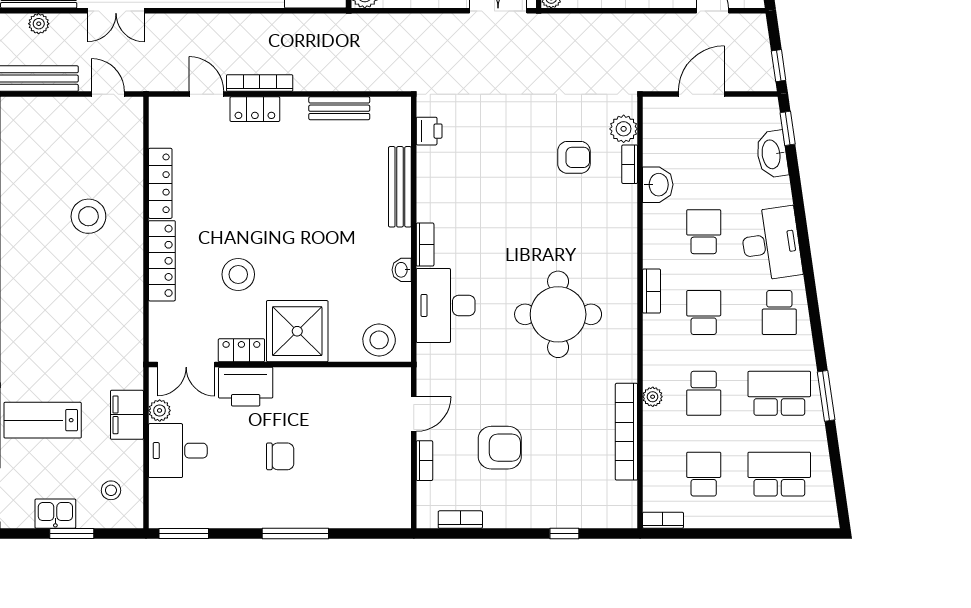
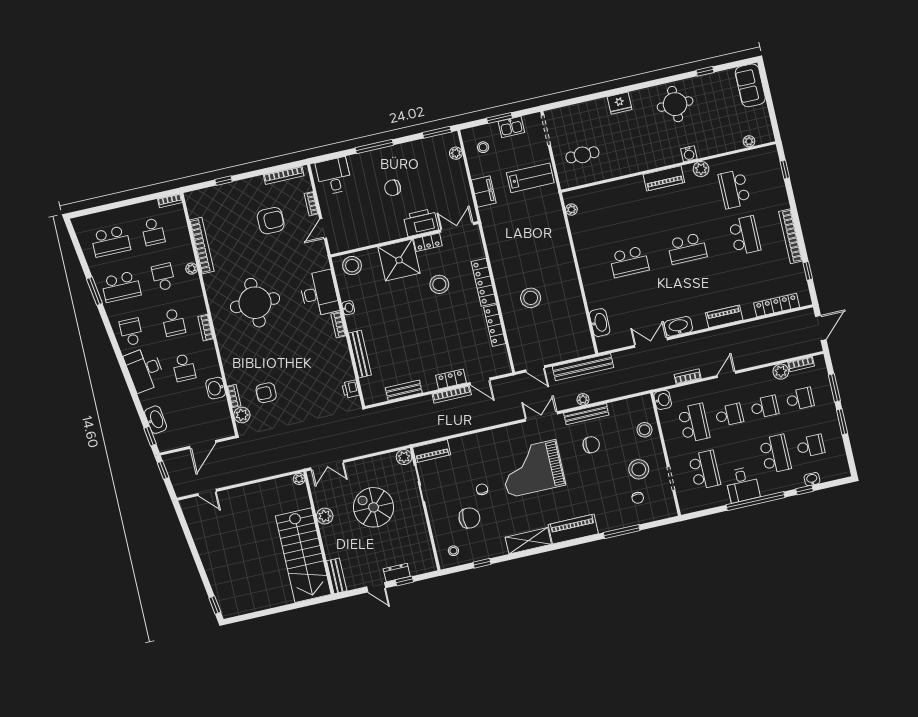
plant: (160, 410) -> (456, 153), moved
armchair: (500, 448) -> (271, 221), turned 180
desk: (178, 451) -> (334, 176), moved, turned -90
bookcase: (460, 520) -> (284, 175), width x1.56

